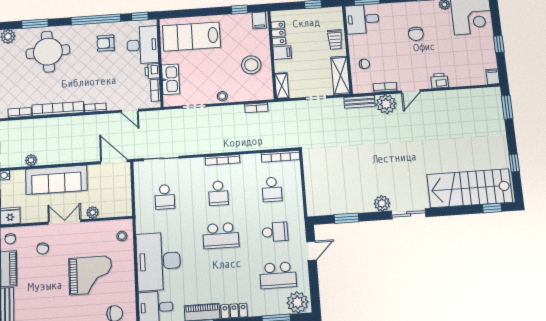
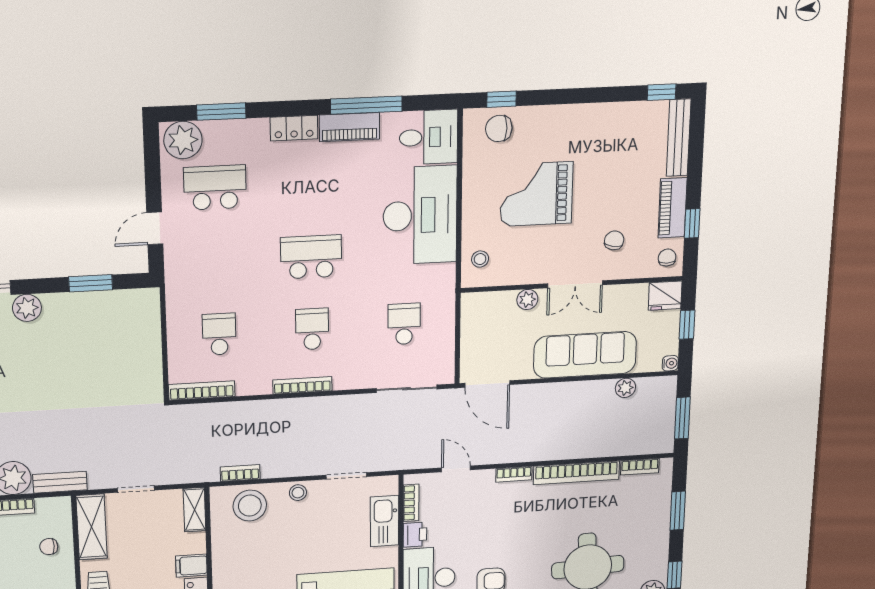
stool: (251, 65) -> (250, 506), moved
school desk: (275, 232) -> (217, 262), removed

